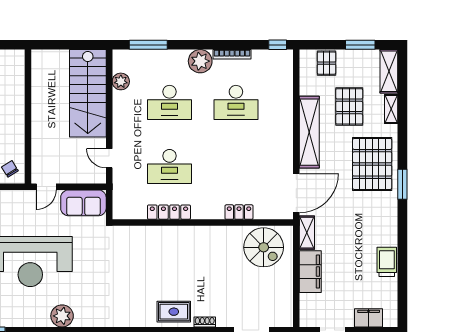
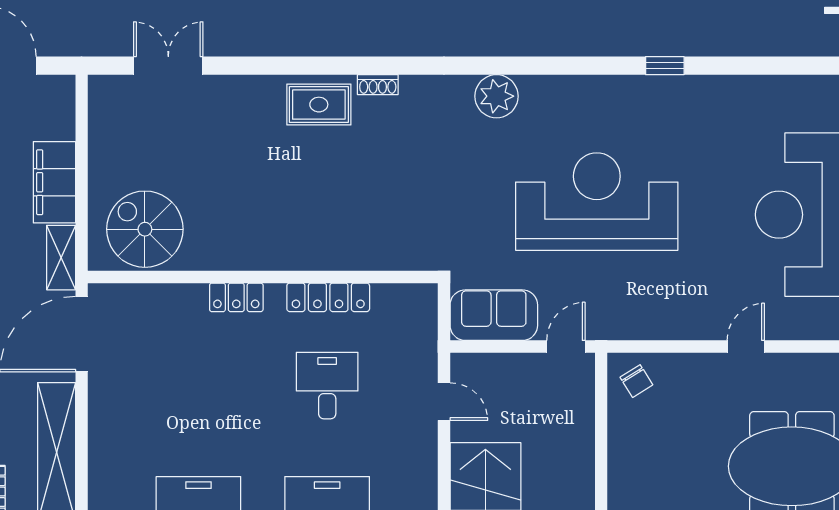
desk: (170, 167) -> (327, 386), width x0.73
locker: (239, 212) -> (236, 297), moved
plant: (62, 316) -> (496, 96), moved
shoe rack: (205, 322) -> (378, 85), moved

